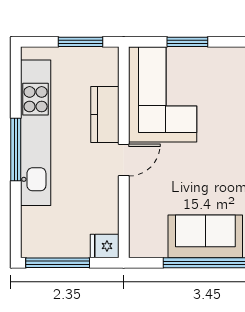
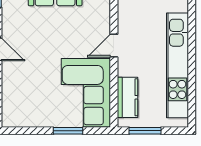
kitchen counter: (105, 114) -> (127, 97), moved
window: (16, 149) -> (192, 53), removed

